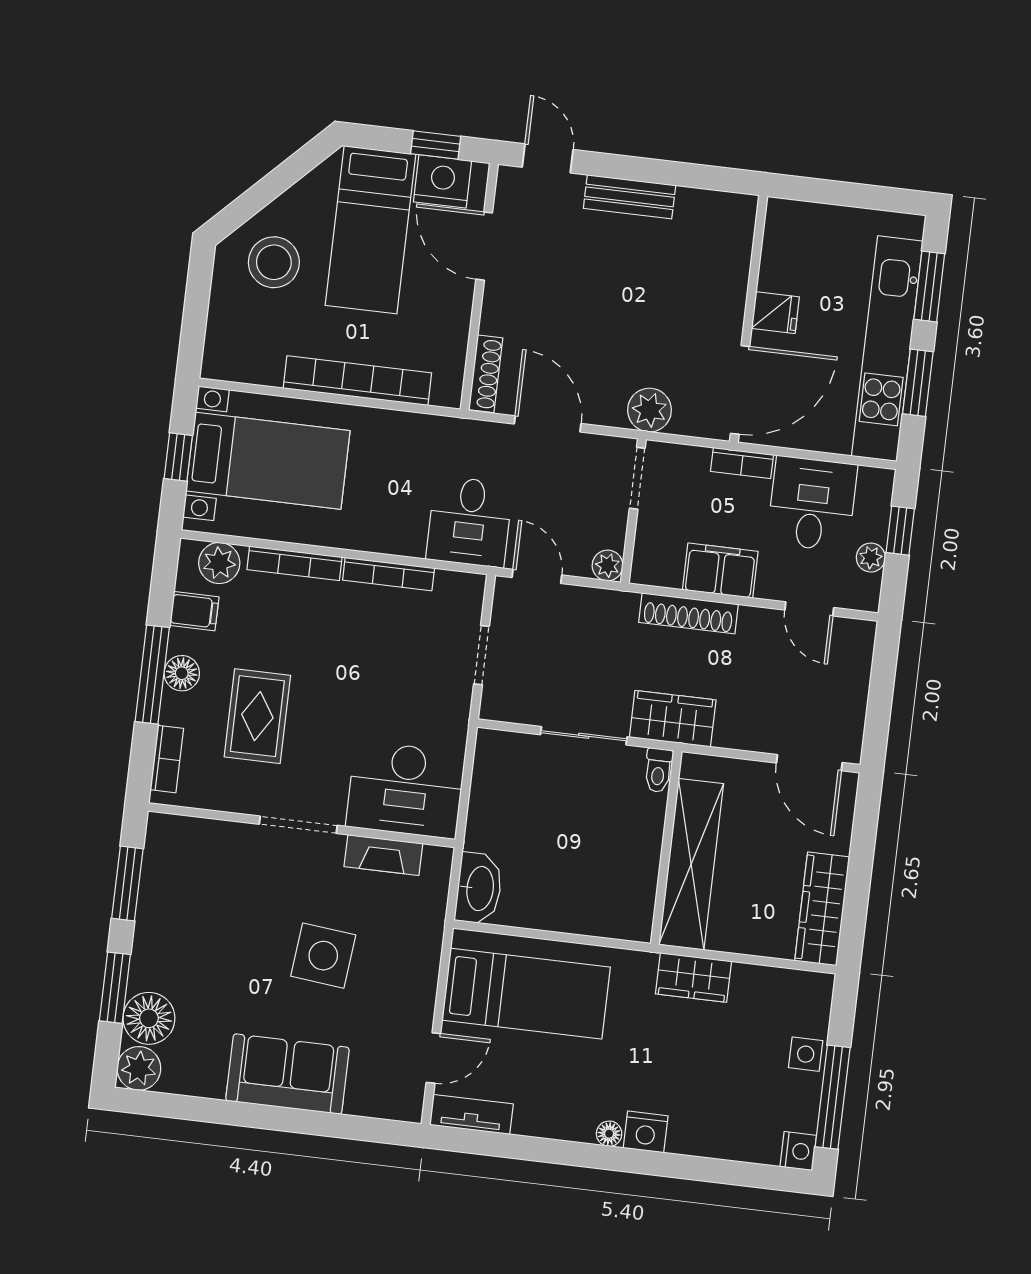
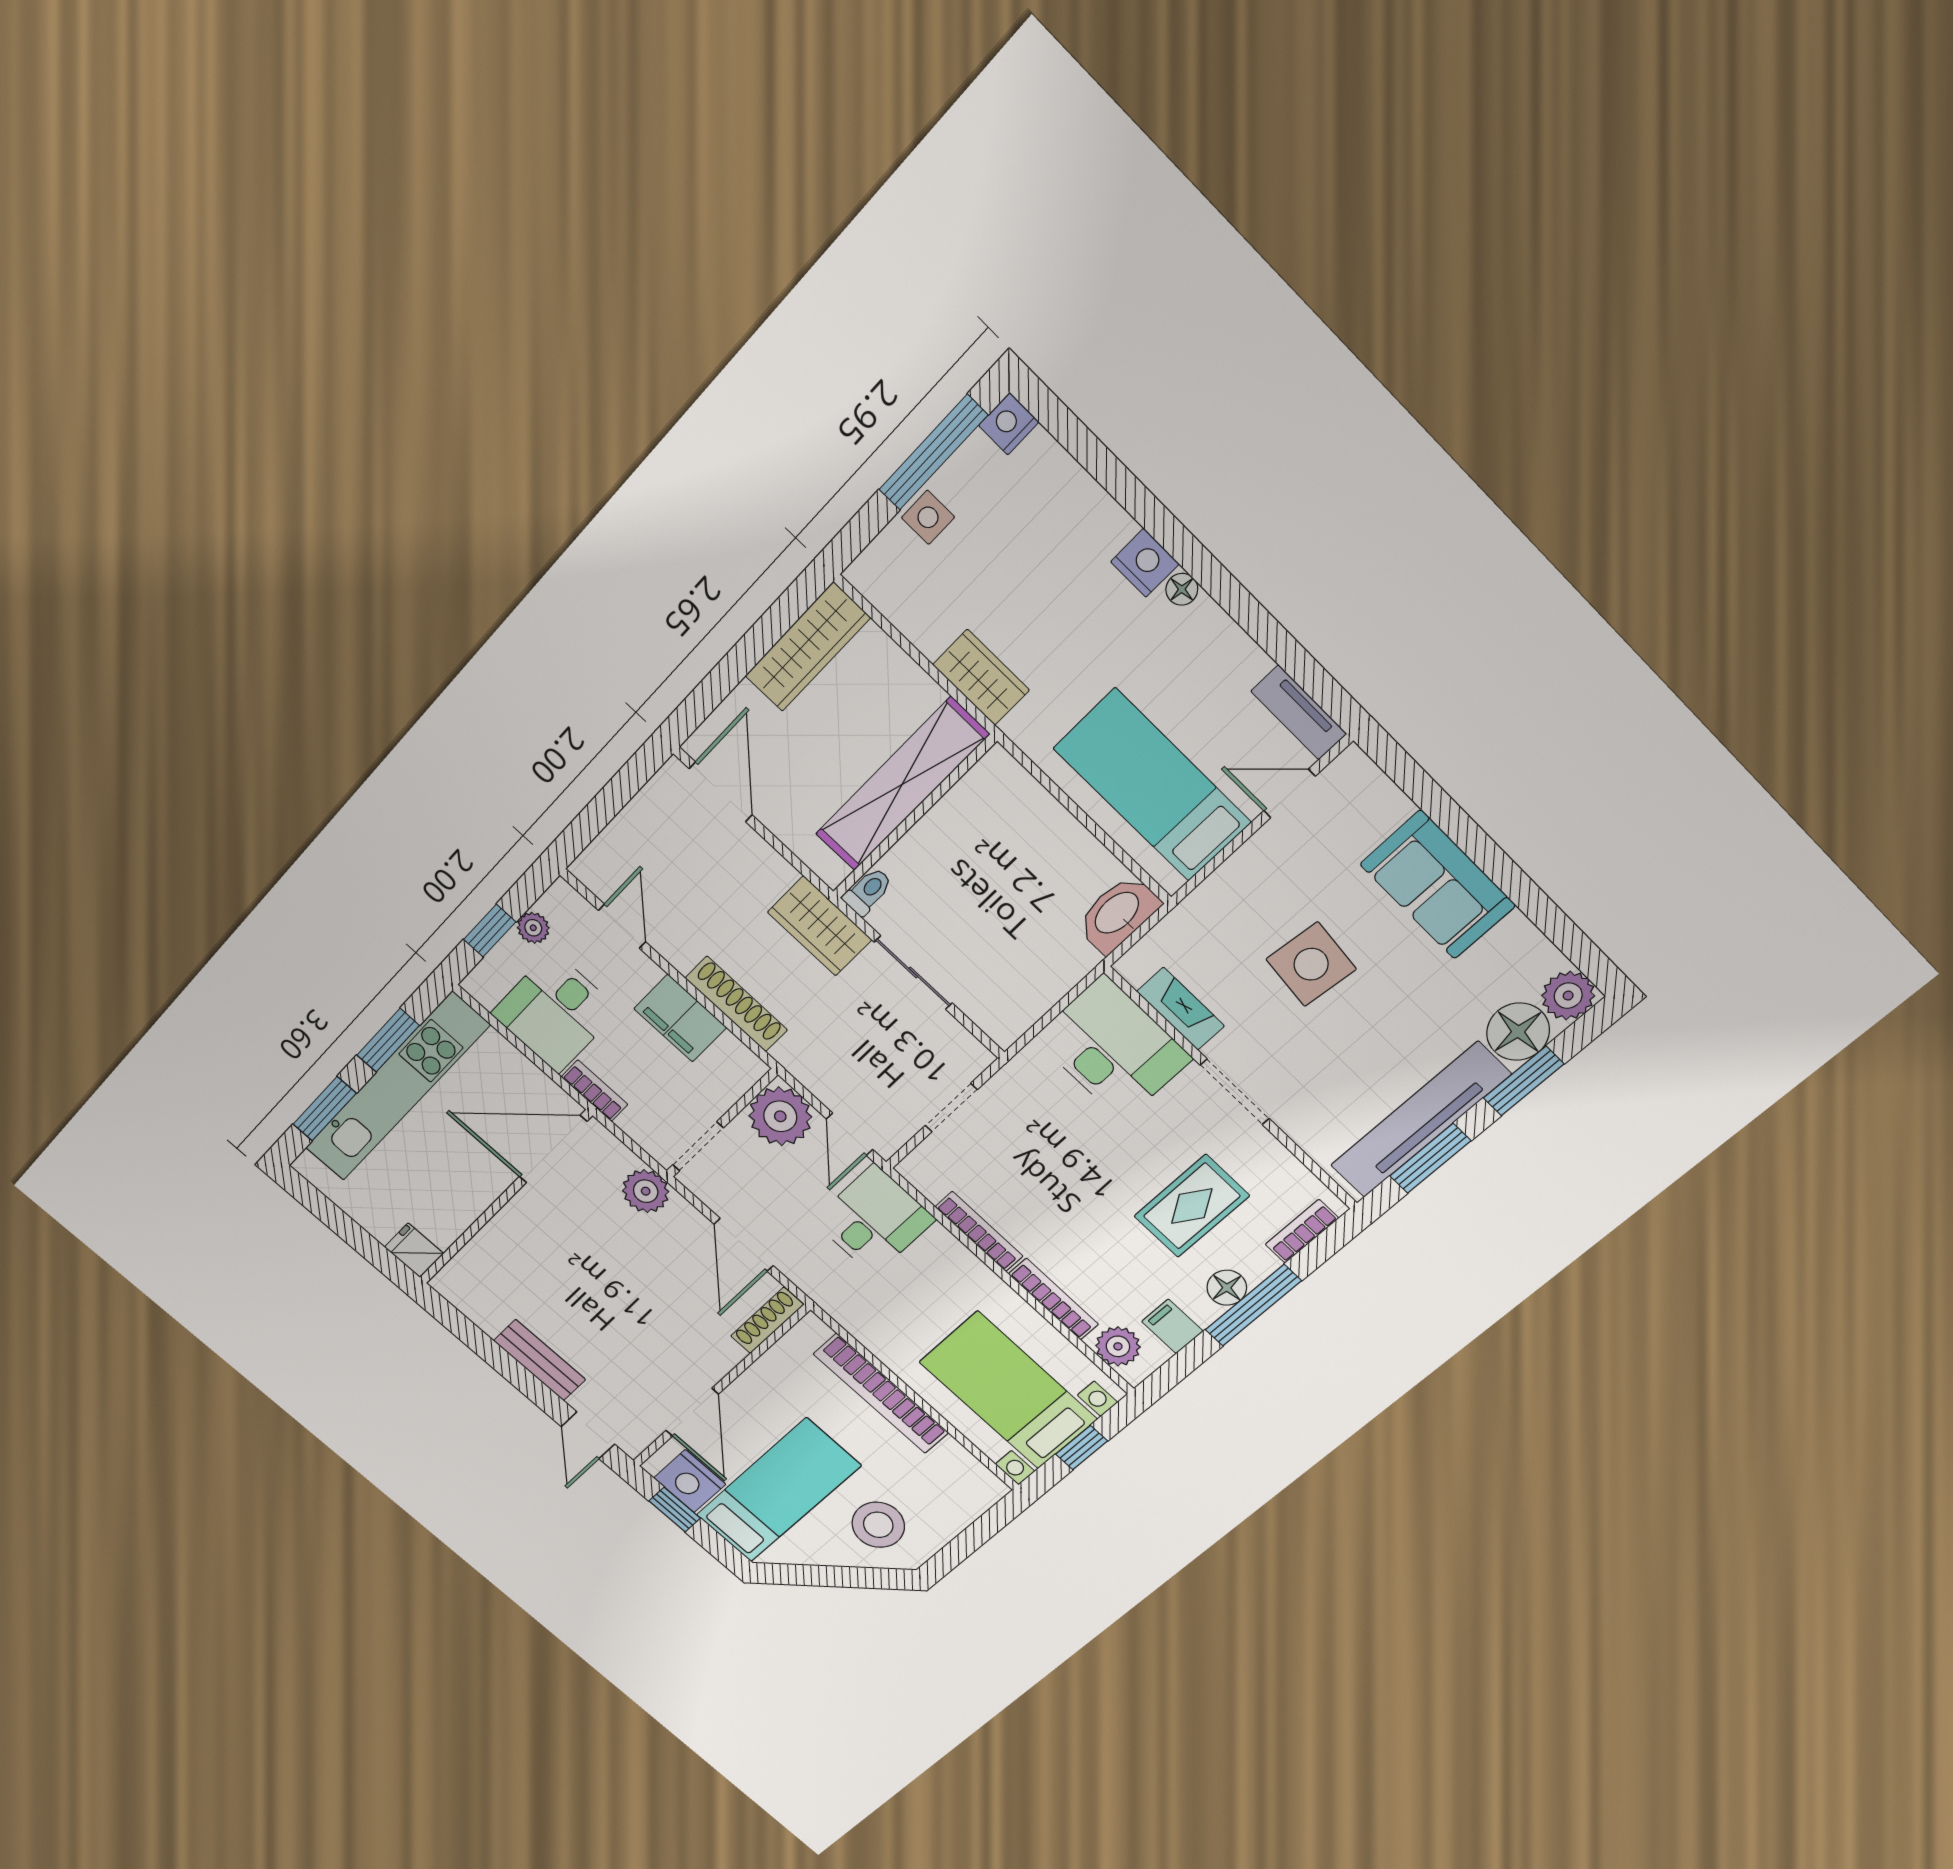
fridge: (775, 313) -> (414, 1250), moved
plant: (608, 565) -> (780, 1116), width x1.87, depth x1.87
tv unit: (158, 905) -> (1420, 1120), added

